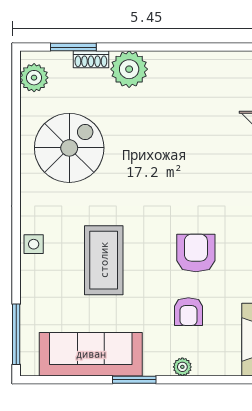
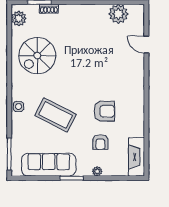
plant: (129, 69) -> (118, 14), moved
spiral stairs: (69, 148) -> (37, 56), turned 180
armchair: (196, 253) -> (104, 111), turned 90
coffee table: (104, 260) -> (56, 115), turned -63

